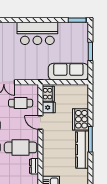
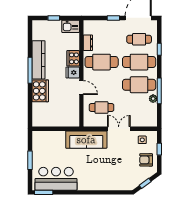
bar counter: (37, 33) -> (56, 179), moved
sofa: (68, 72) -> (86, 140), moved
cooker: (48, 94) -> (73, 58), moved
fridge: (49, 108) -> (73, 72), moved

